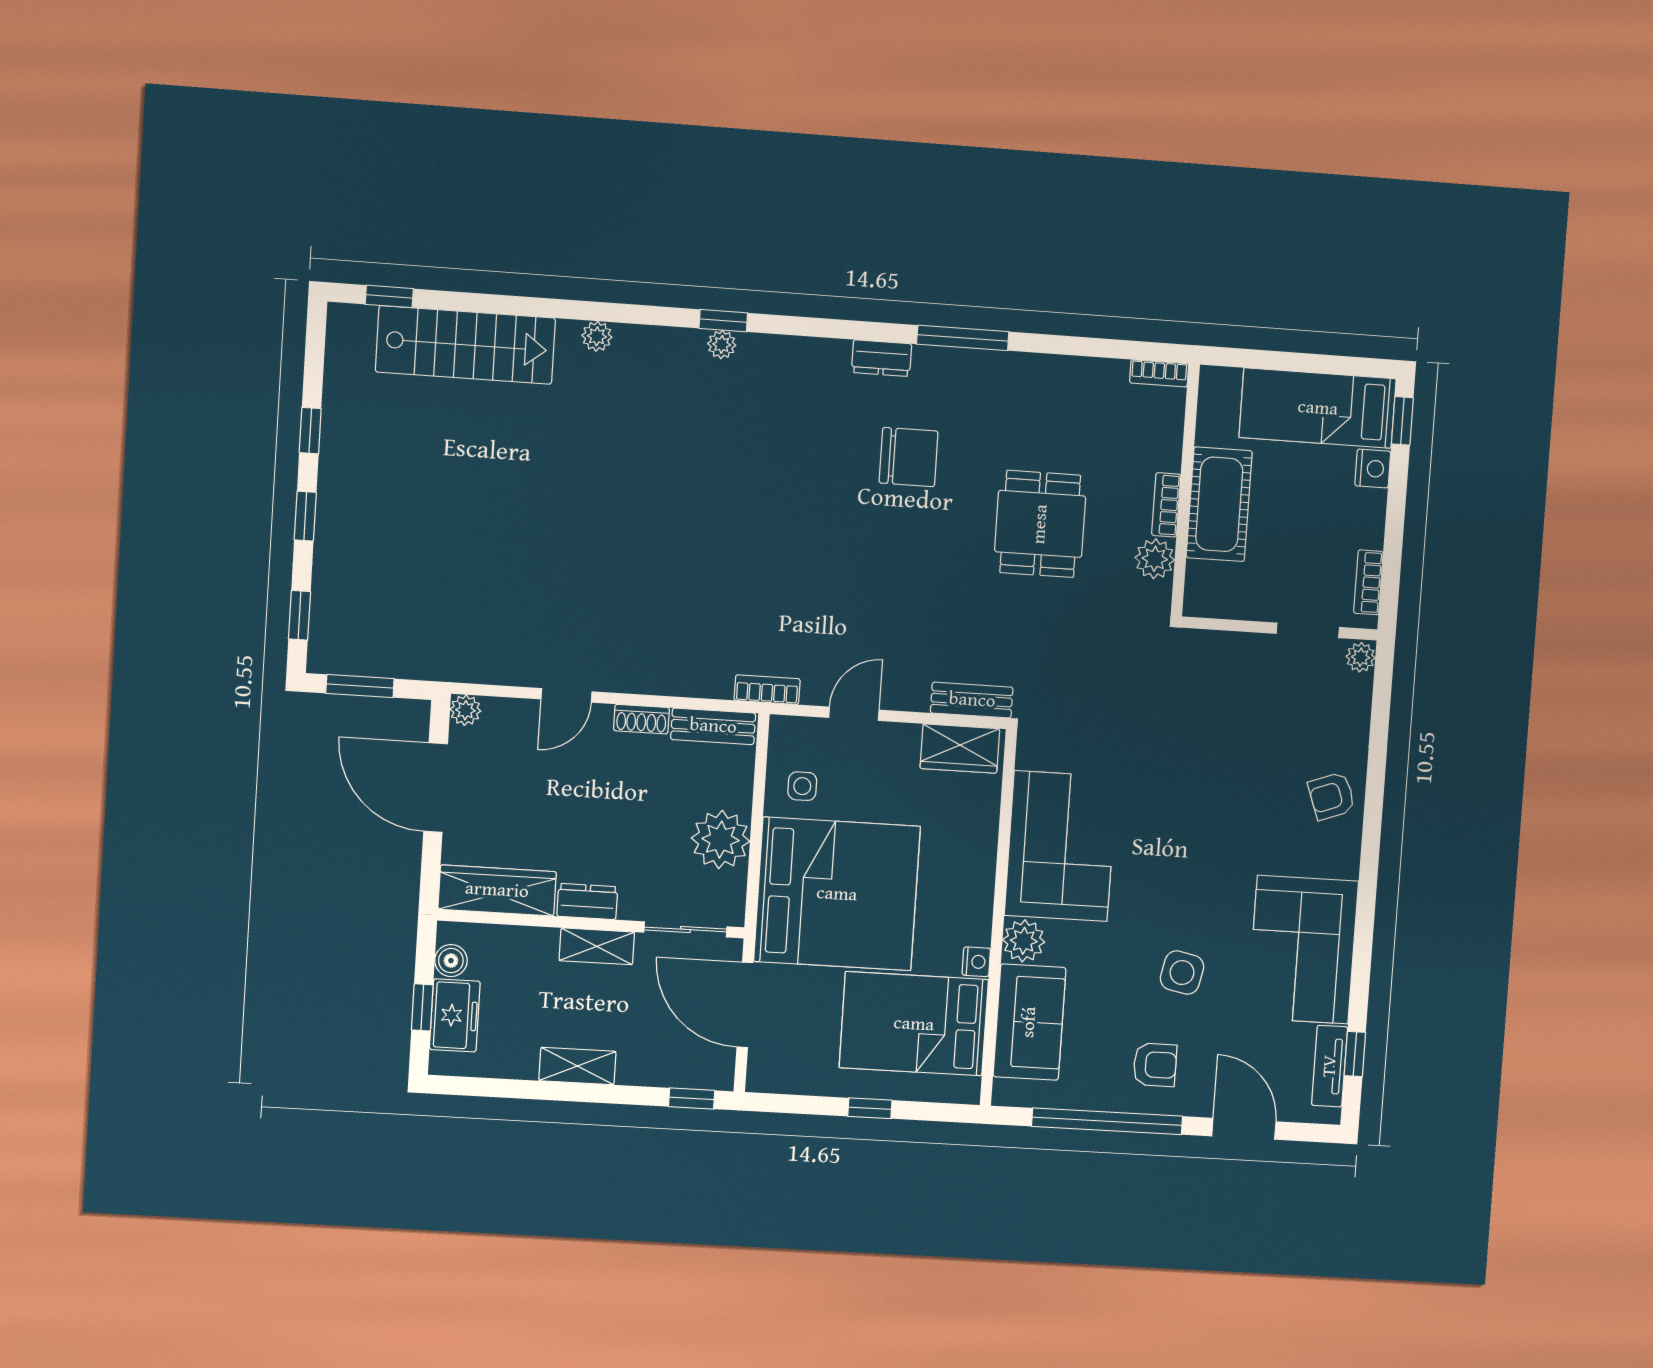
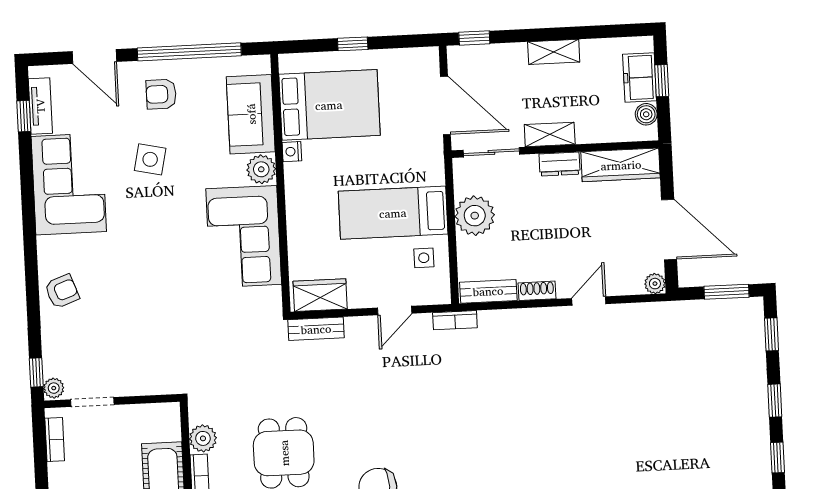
window: (1383, 683) -> (36, 372), added
bed: (837, 894) -> (393, 213), width x0.49

